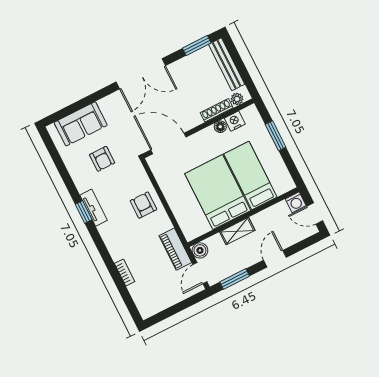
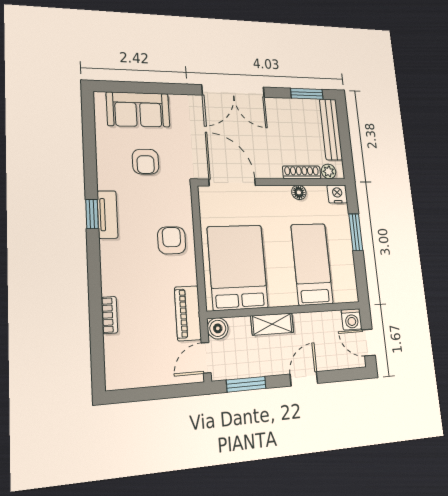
nightstand: (235, 121) -> (337, 194), moved
bed: (218, 192) -> (238, 267), moved

